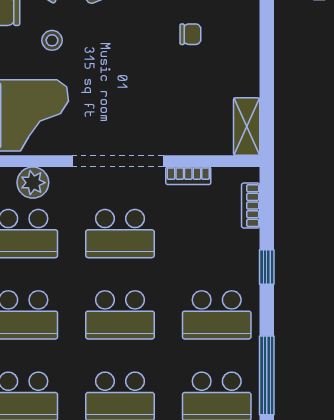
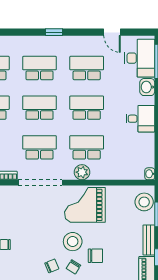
stool: (52, 40) -> (73, 242), width x1.89, depth x1.89

